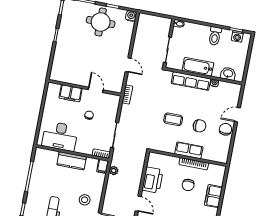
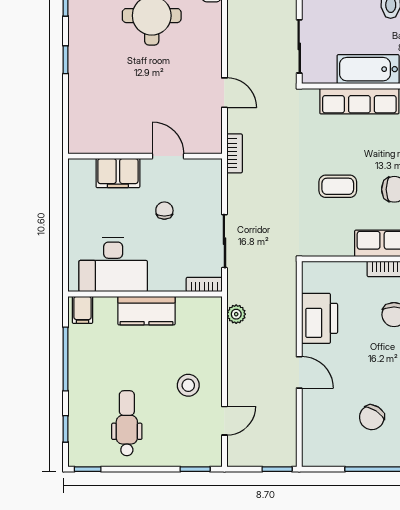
filing cabinet: (103, 166) -> (83, 310), moved

